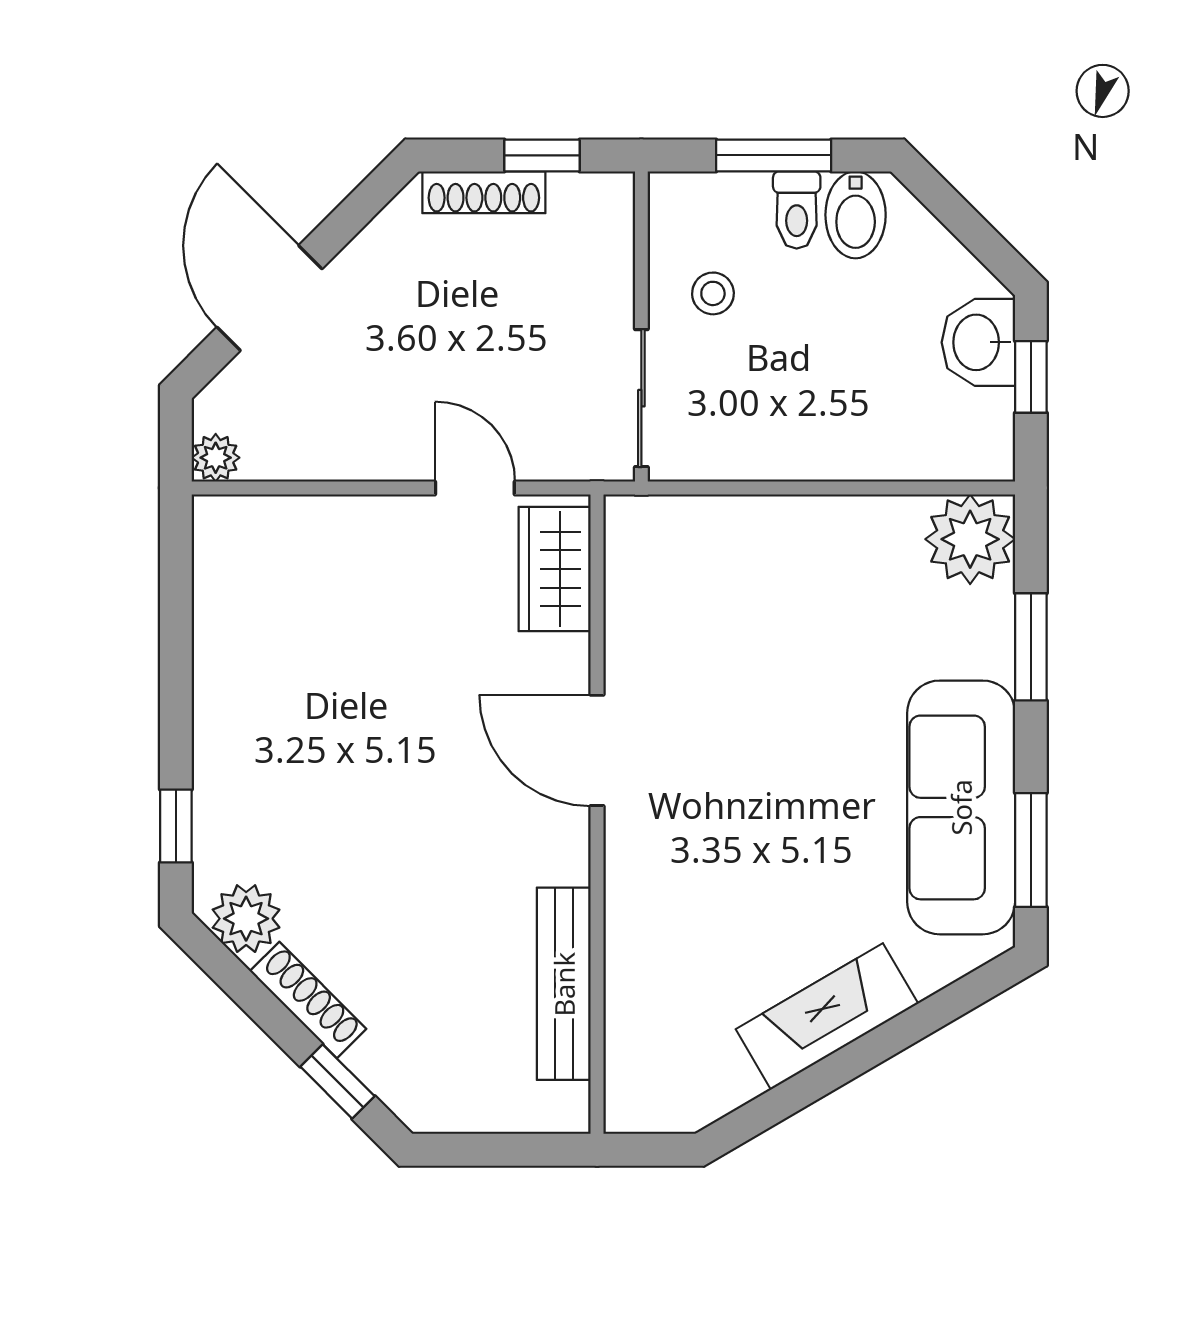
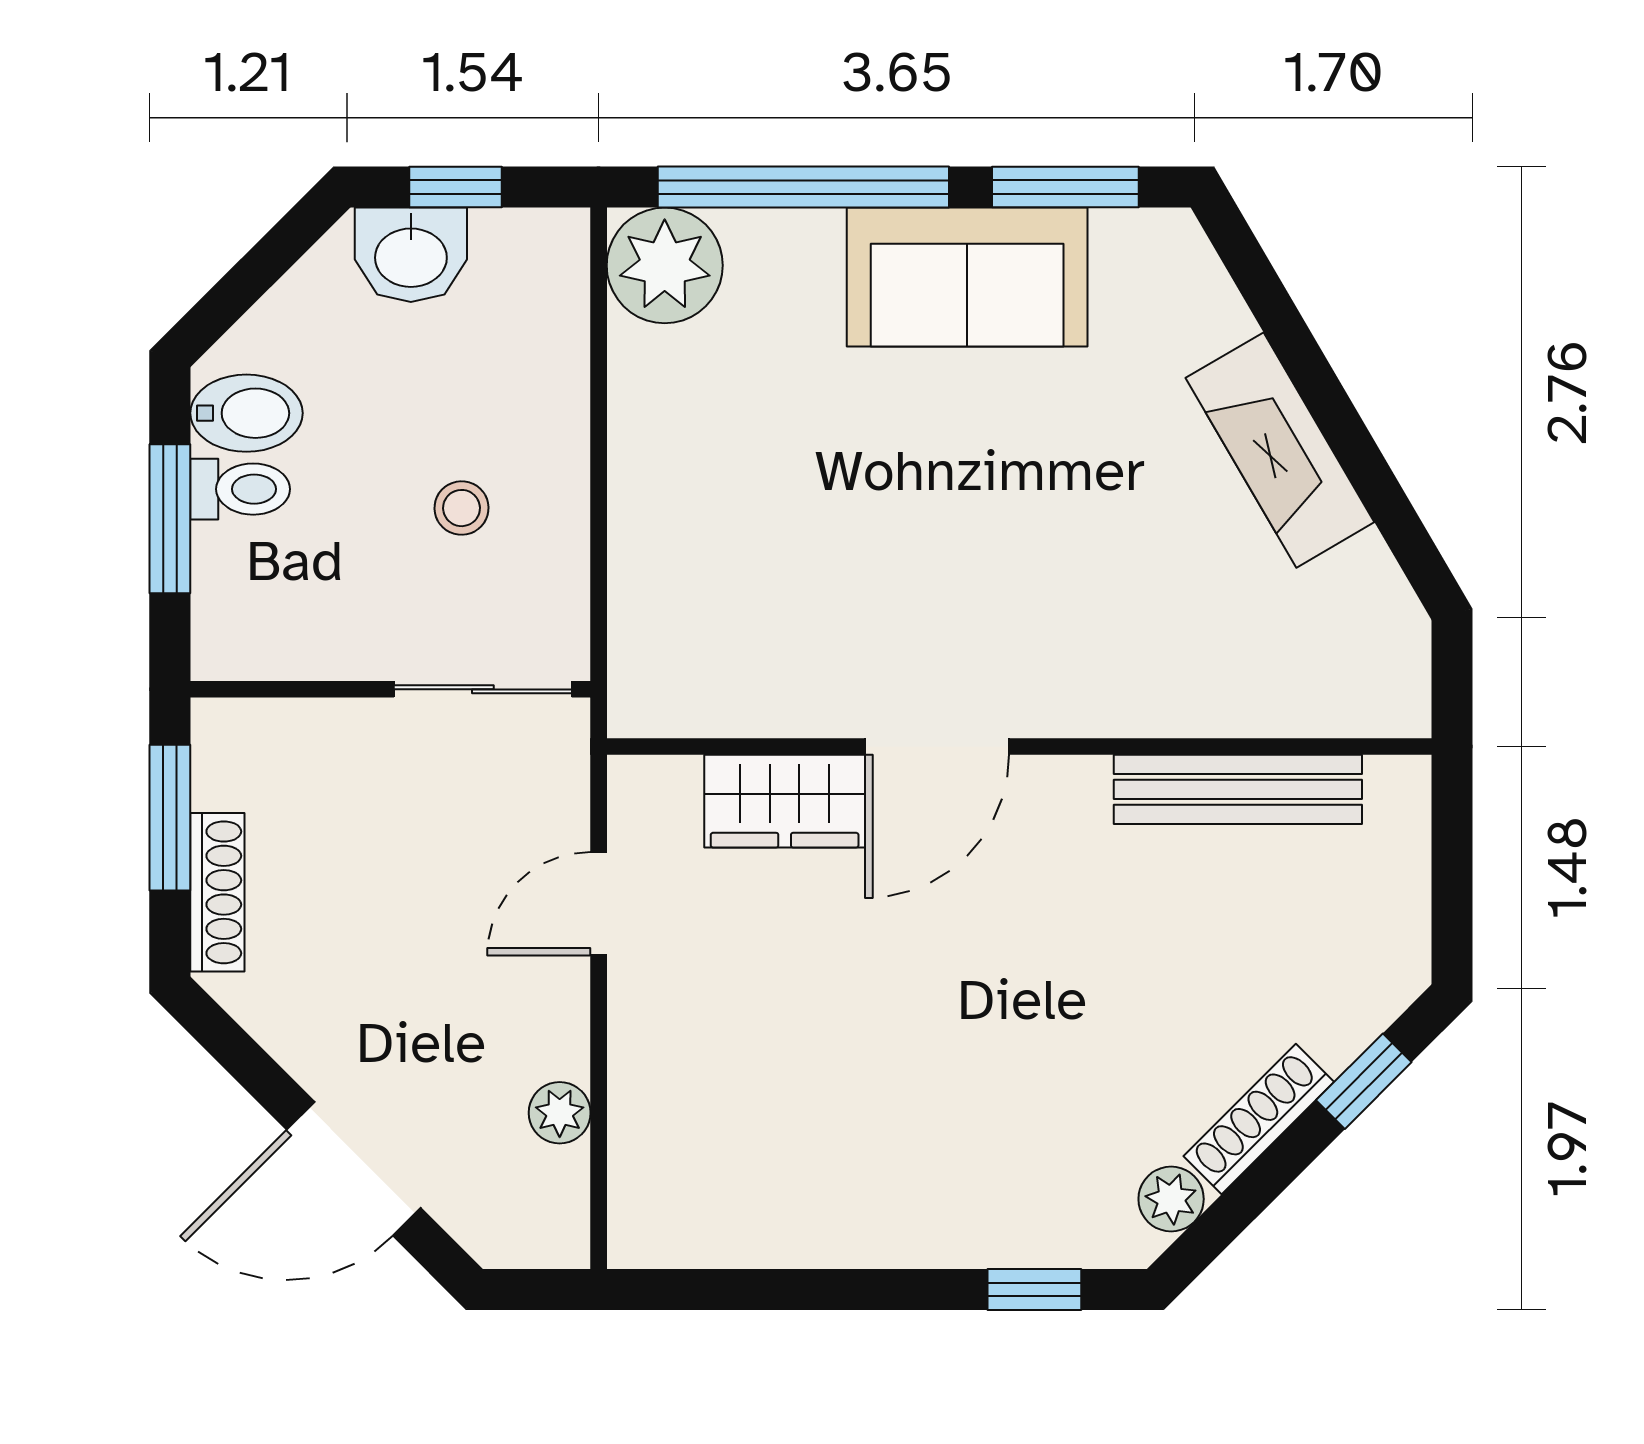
window: (542, 155) -> (170, 818), width x1.50
stool: (713, 293) -> (462, 508), moved
plant: (216, 458) -> (560, 1113), moved
wardrobe: (555, 569) -> (785, 801), moved
window: (1031, 647) -> (803, 187), width x2.11
sofa: (961, 807) -> (967, 277), width x0.73
plant: (246, 919) -> (1171, 1199), width x0.73, depth x0.73

